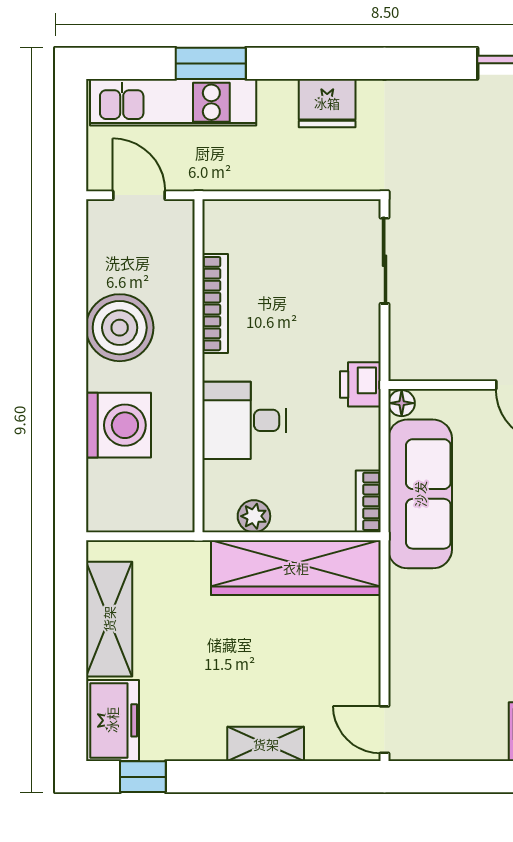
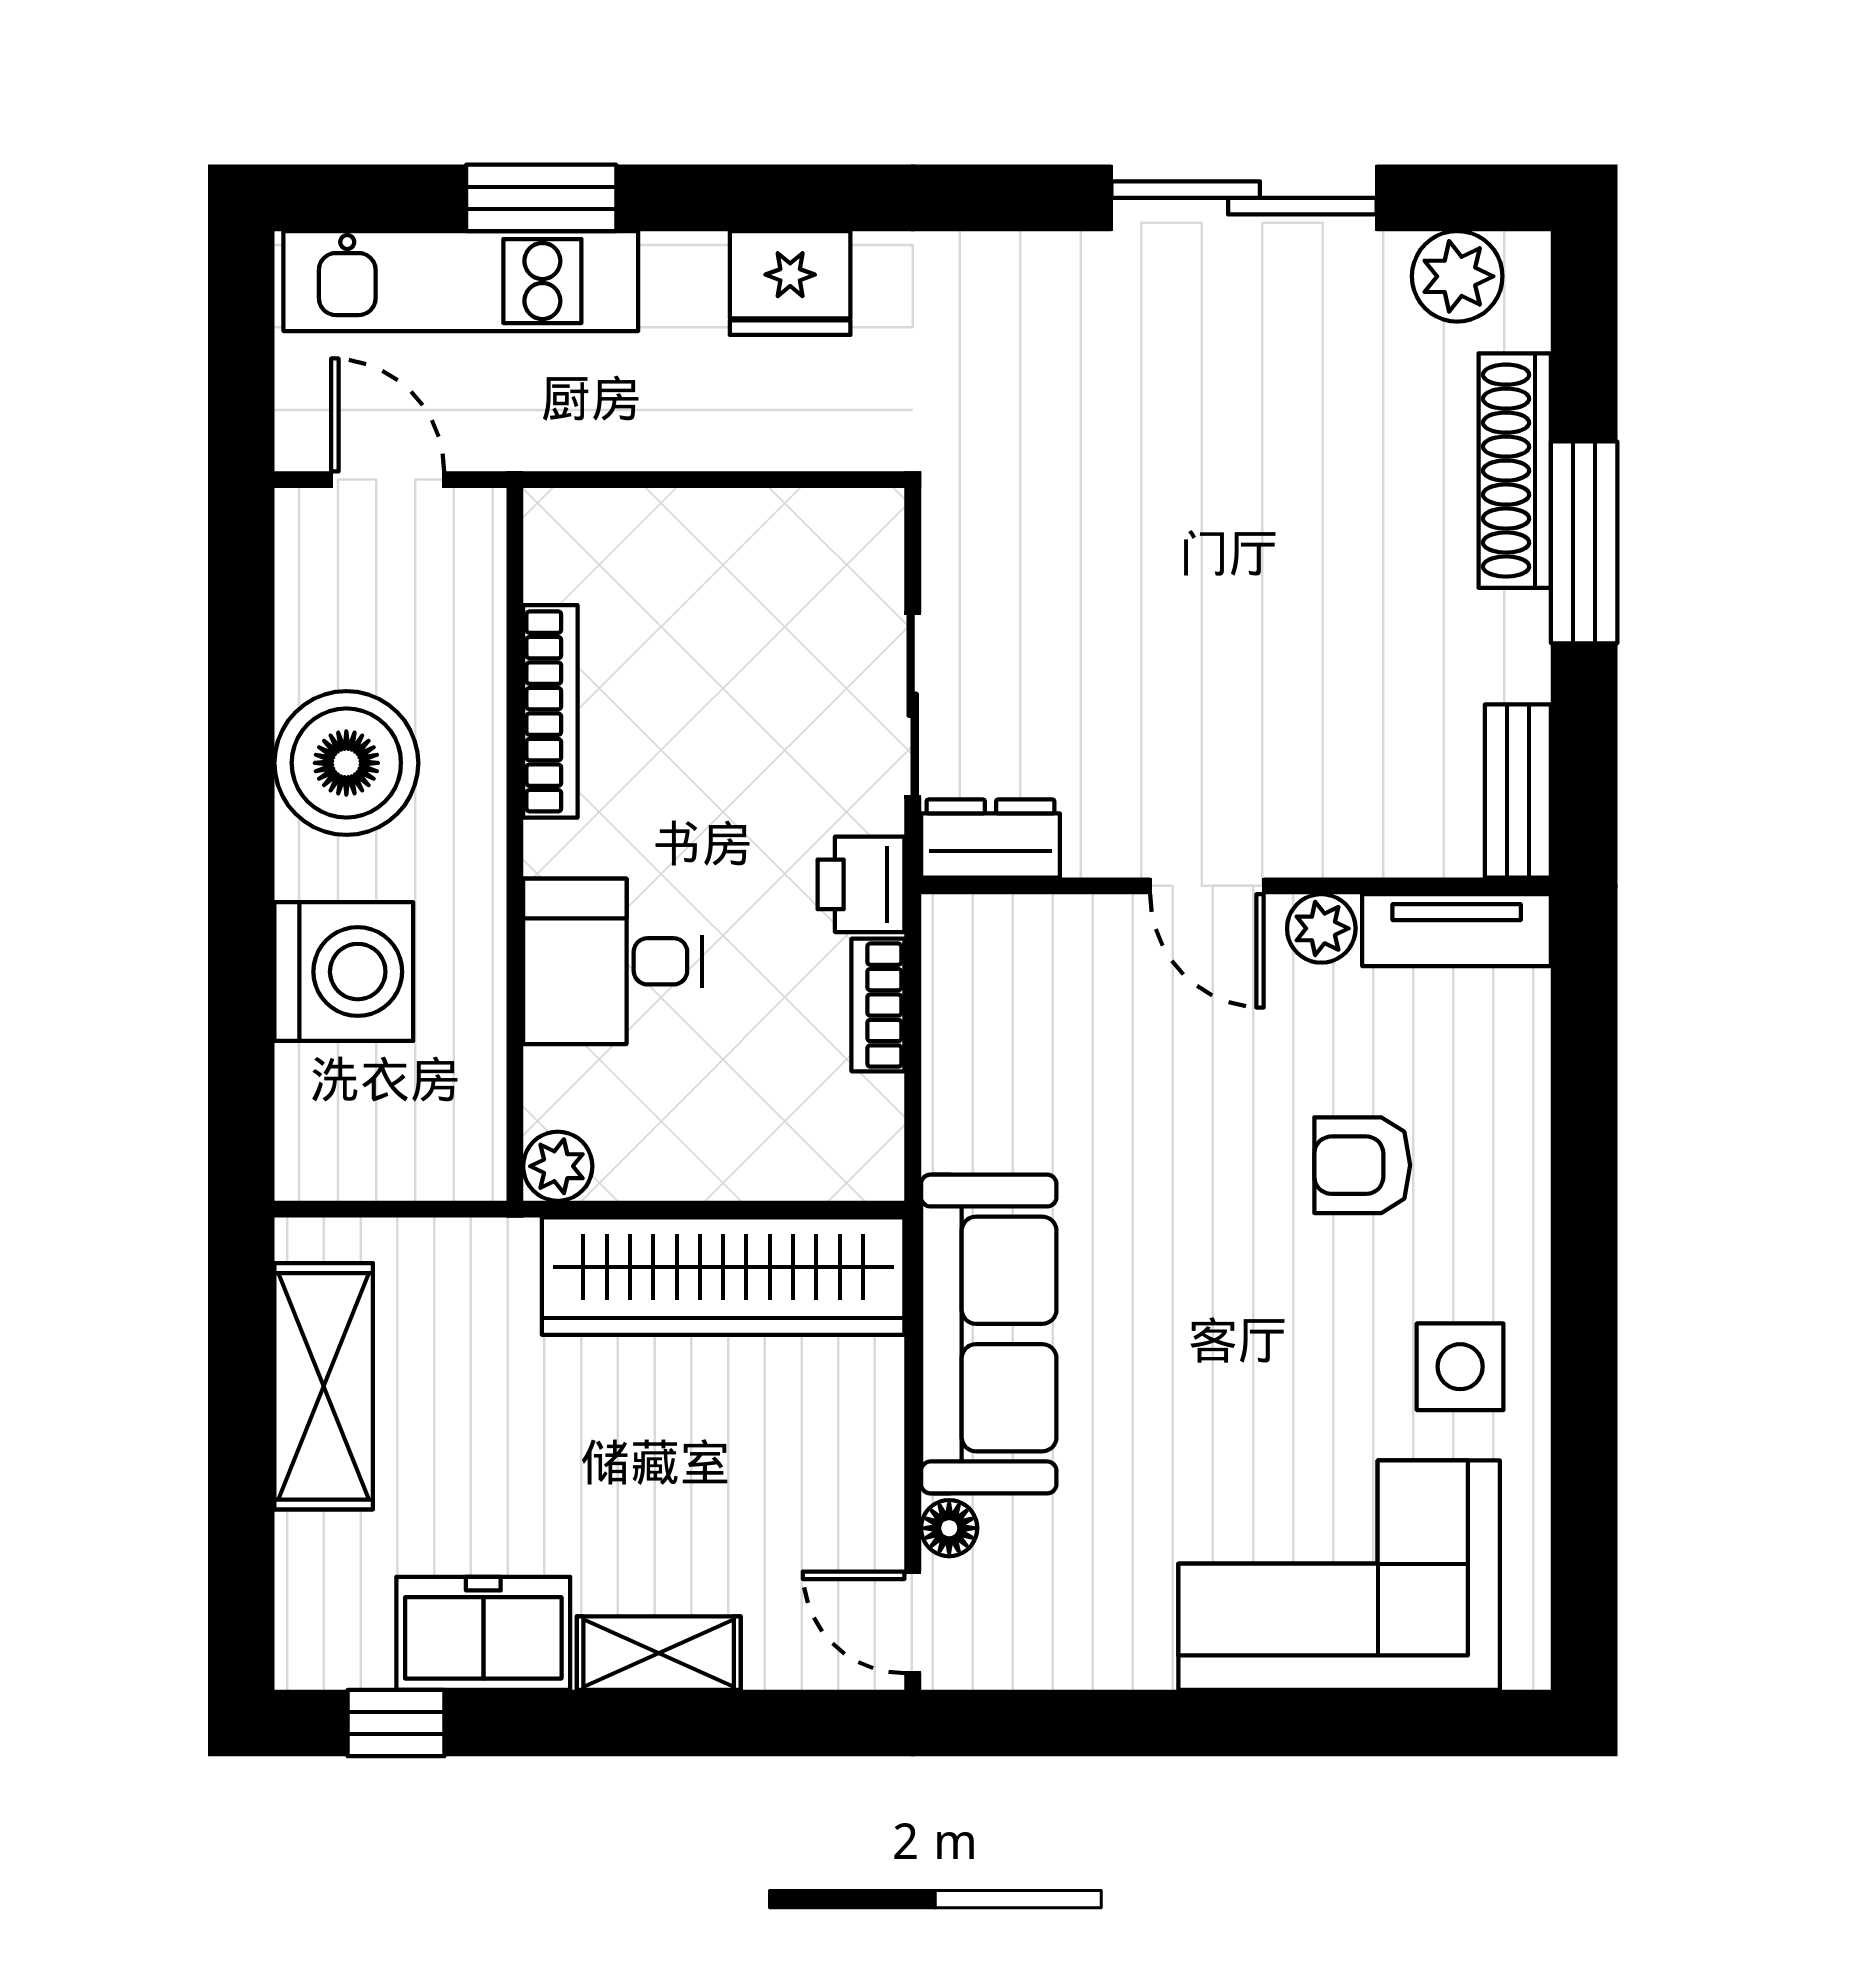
sliding door: (385, 261) -> (913, 705), moved
dresser: (421, 363) -> (990, 838), added
floor lamp: (402, 403) -> (949, 1528), moved
sofa: (420, 494) -> (989, 1334), moved
bookcase: (368, 501) -> (878, 1005), moved
plant: (254, 516) -> (558, 1166), moved
freezer: (112, 720) -> (483, 1633), moved, turned -90

